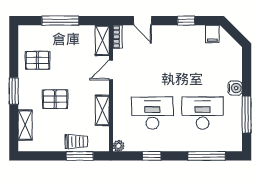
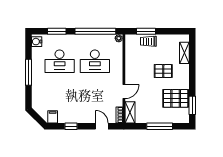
pallet: (38, 60) -> (176, 98), width x1.50, depth x1.42
water cooler: (235, 88) -> (37, 42), moved
window: (14, 91) -> (192, 105), moved
shelving: (102, 110) -> (130, 63), removed
window: (247, 115) -> (29, 72), moved
window: (152, 156) -> (95, 31), width x3.17
window: (207, 156) -> (57, 31), width x0.69

